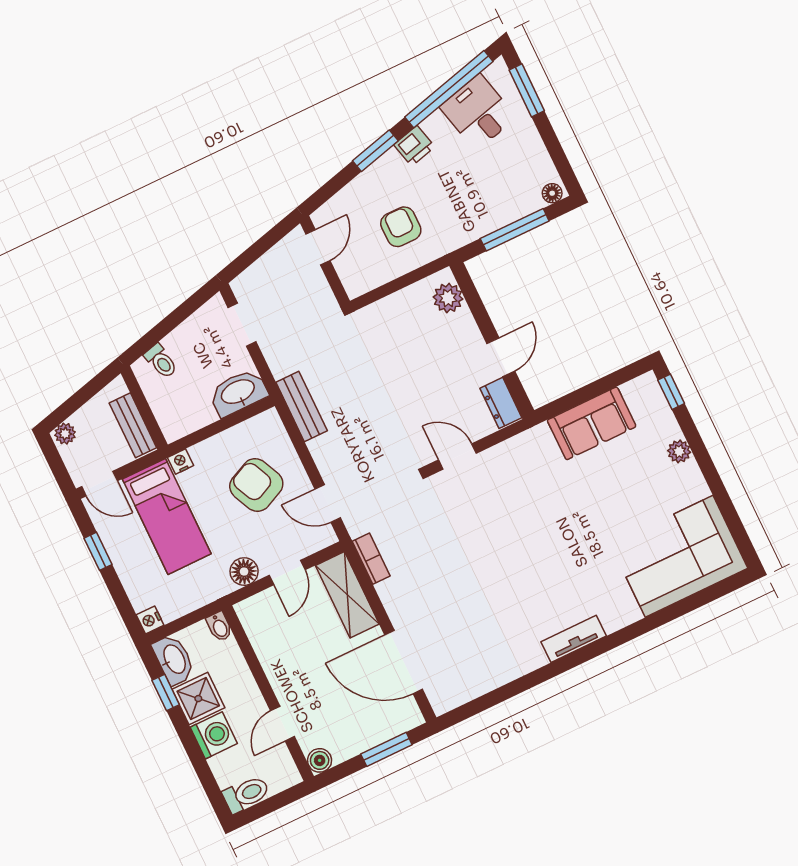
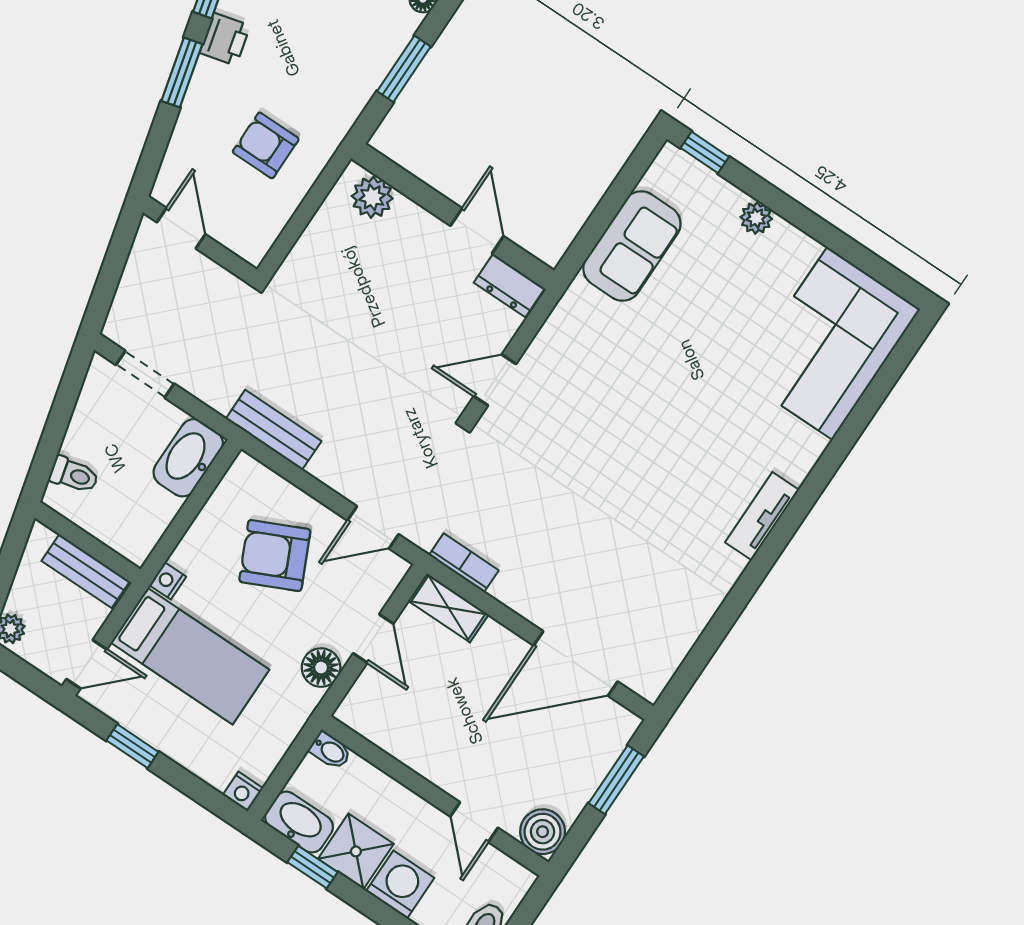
window: (515, 230) -> (404, 69), width x0.69
shelving: (347, 595) -> (448, 608), width x0.67, depth x0.75
boiler: (320, 760) -> (543, 832), width x1.36, depth x1.36

